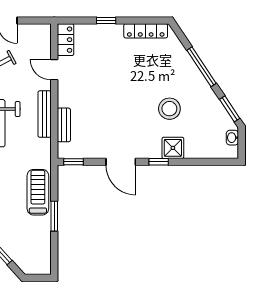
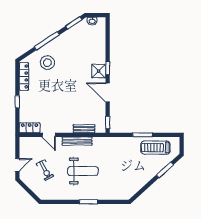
door: (54, 70) -> (49, 135), hinge flipped
stool: (169, 109) -> (47, 63), moved
shower: (173, 148) -> (99, 71), moved
door: (121, 162) -> (108, 92), swing flipped
treadmill: (38, 192) -> (155, 148), moved

